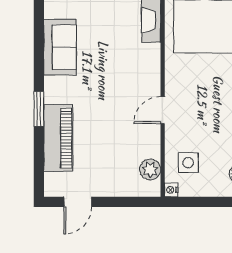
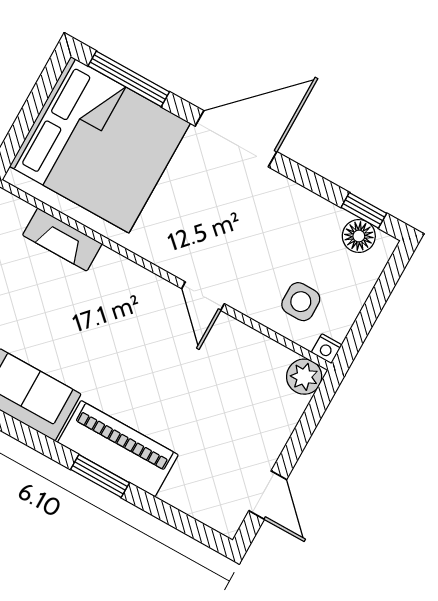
piano: (58, 138) -> (118, 449), moved
plant: (150, 170) -> (304, 377), moved

